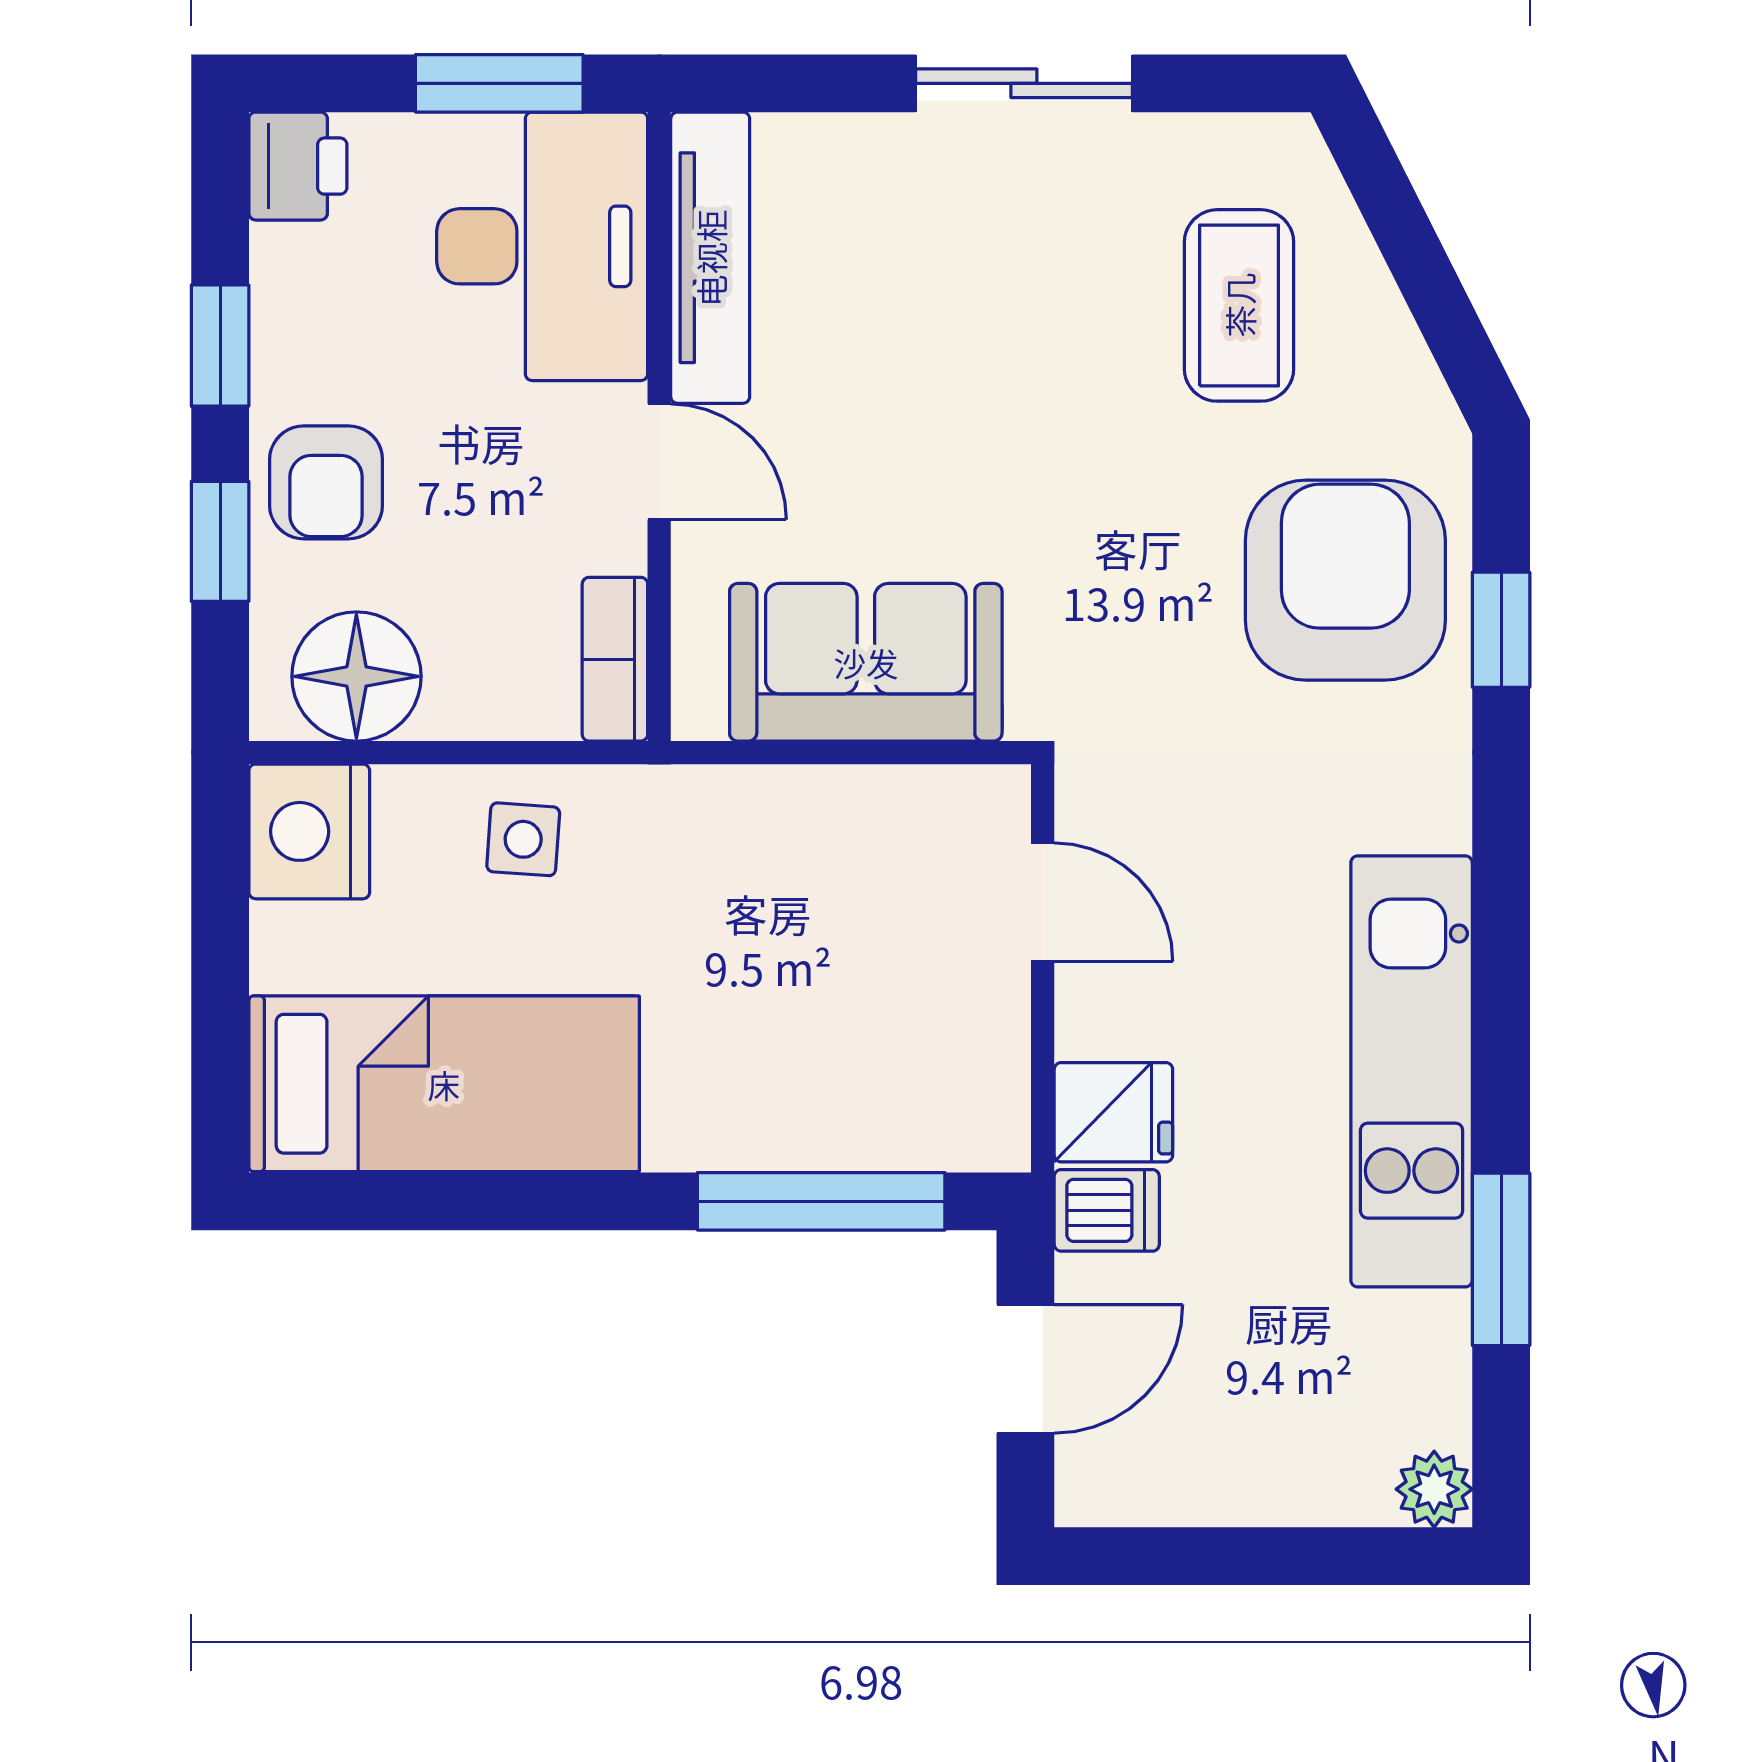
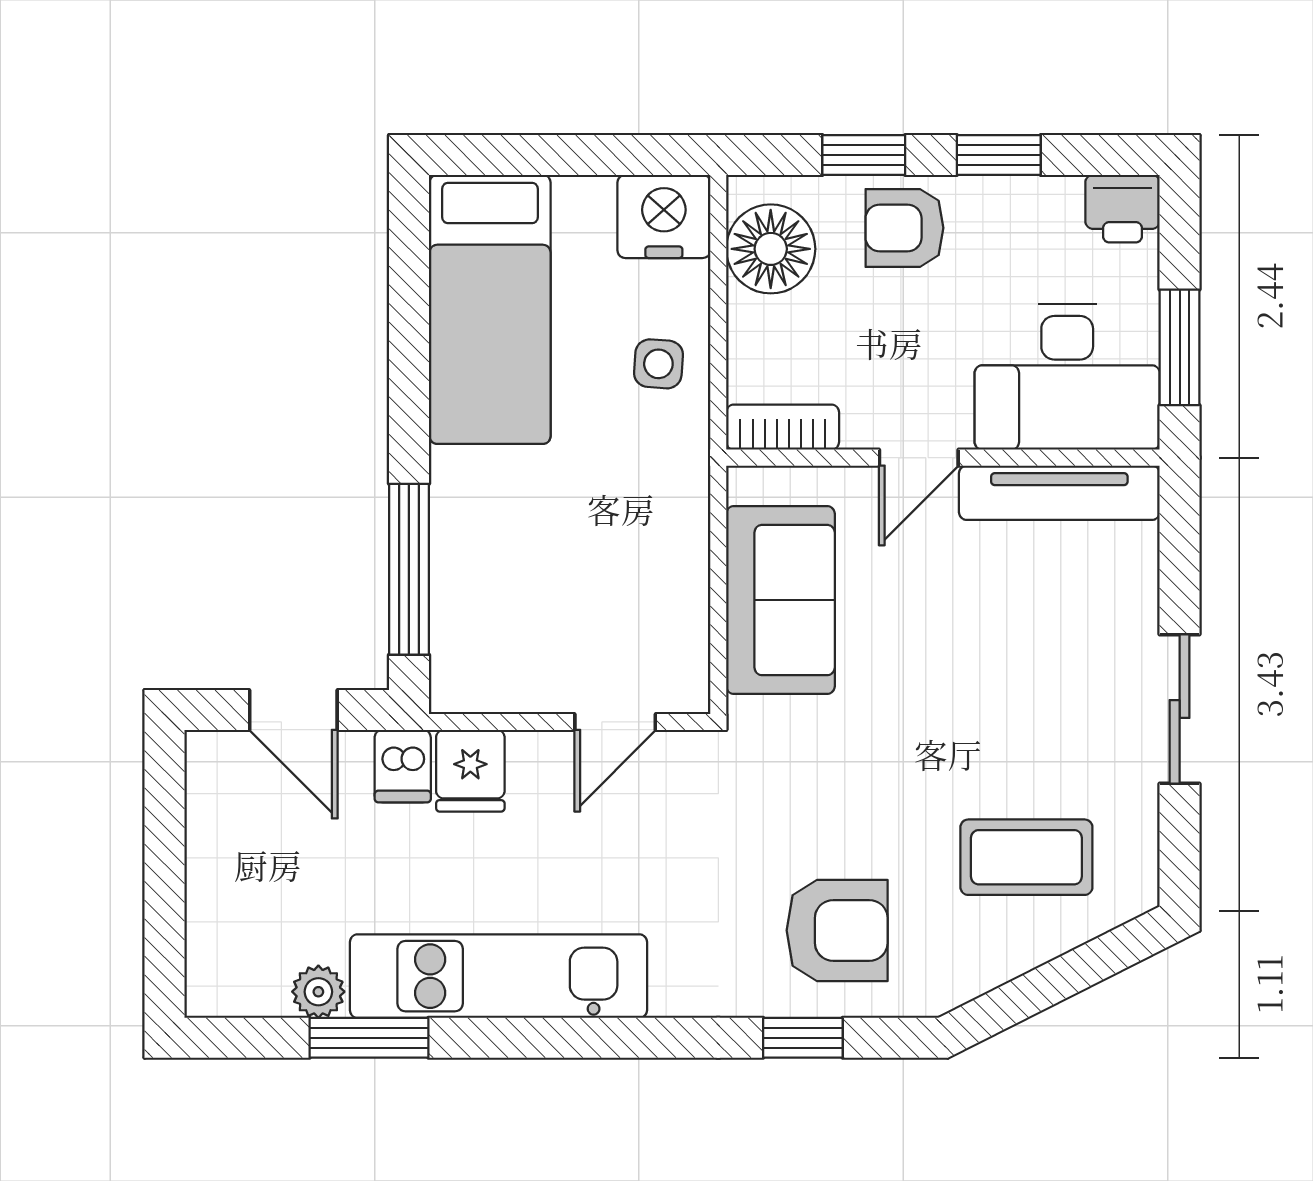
armchair: (1345, 580) -> (837, 930), width x0.73, depth x0.73
plant: (1434, 1489) -> (318, 992), moved

